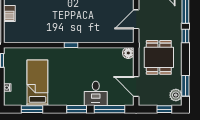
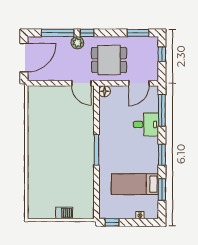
door: (136, 19) -> (81, 83), moved
window: (71, 45) -> (96, 150), width x2.17
plant: (176, 95) -> (77, 43), moved
window: (77, 109) -> (162, 155), moved

